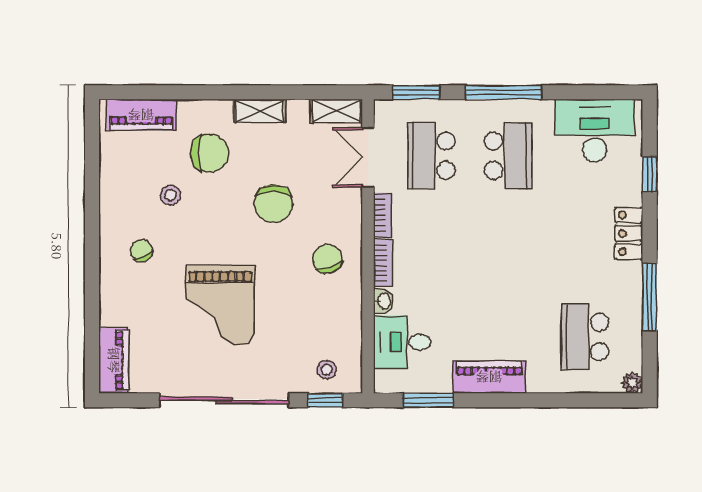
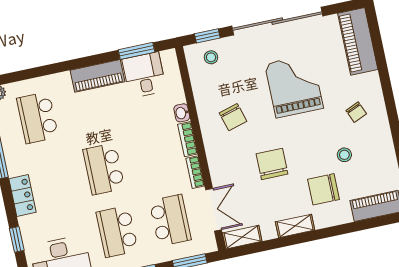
school desk: (508, 246) -> (104, 169), added
chair: (328, 259) -> (233, 117), moved
school desk: (585, 337) -> (38, 118), turned 180
desk: (402, 342) -> (144, 75), moved, turned -90
piano: (114, 360) -> (358, 41), width x1.37, depth x1.33

